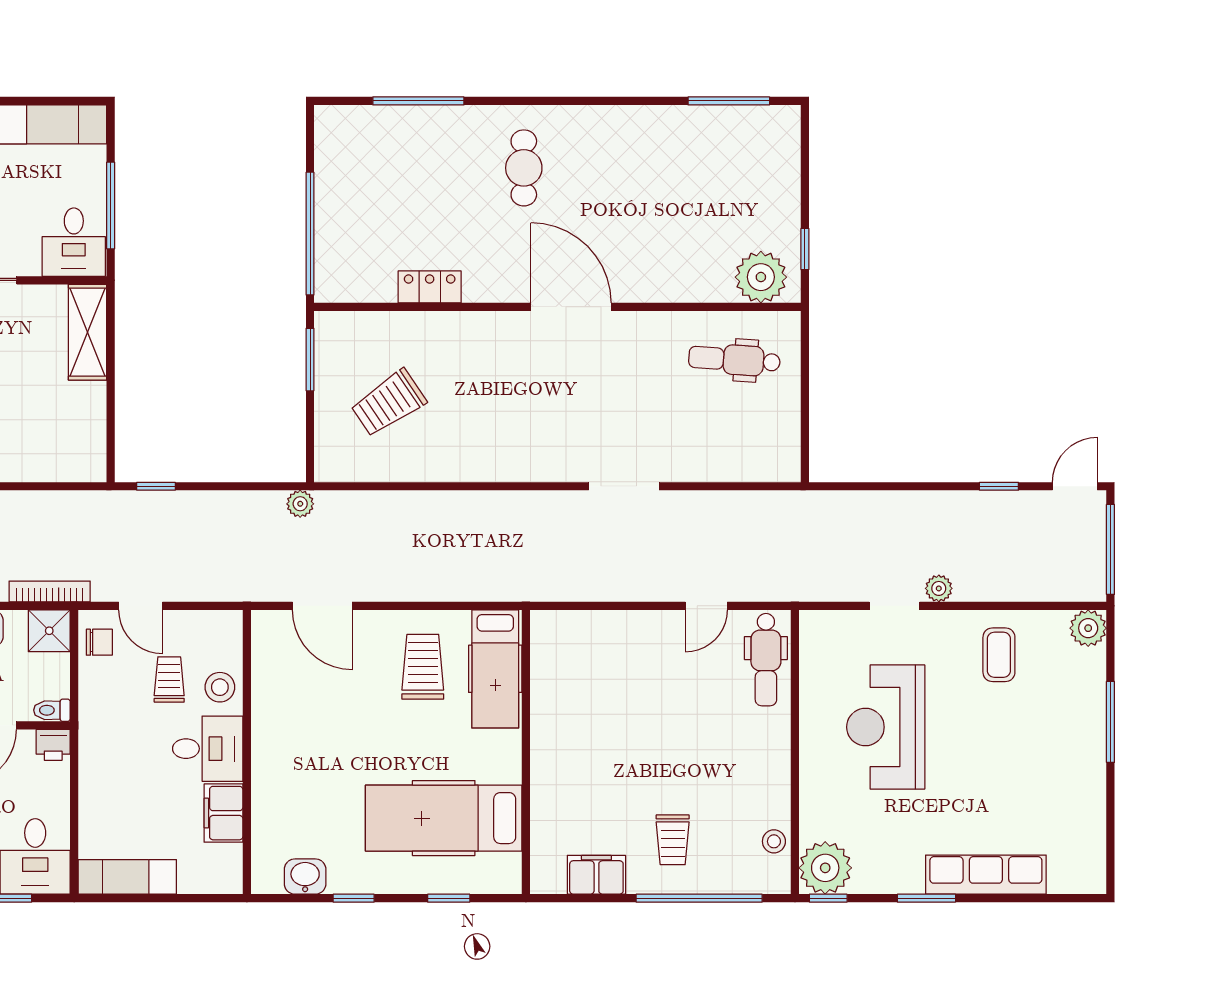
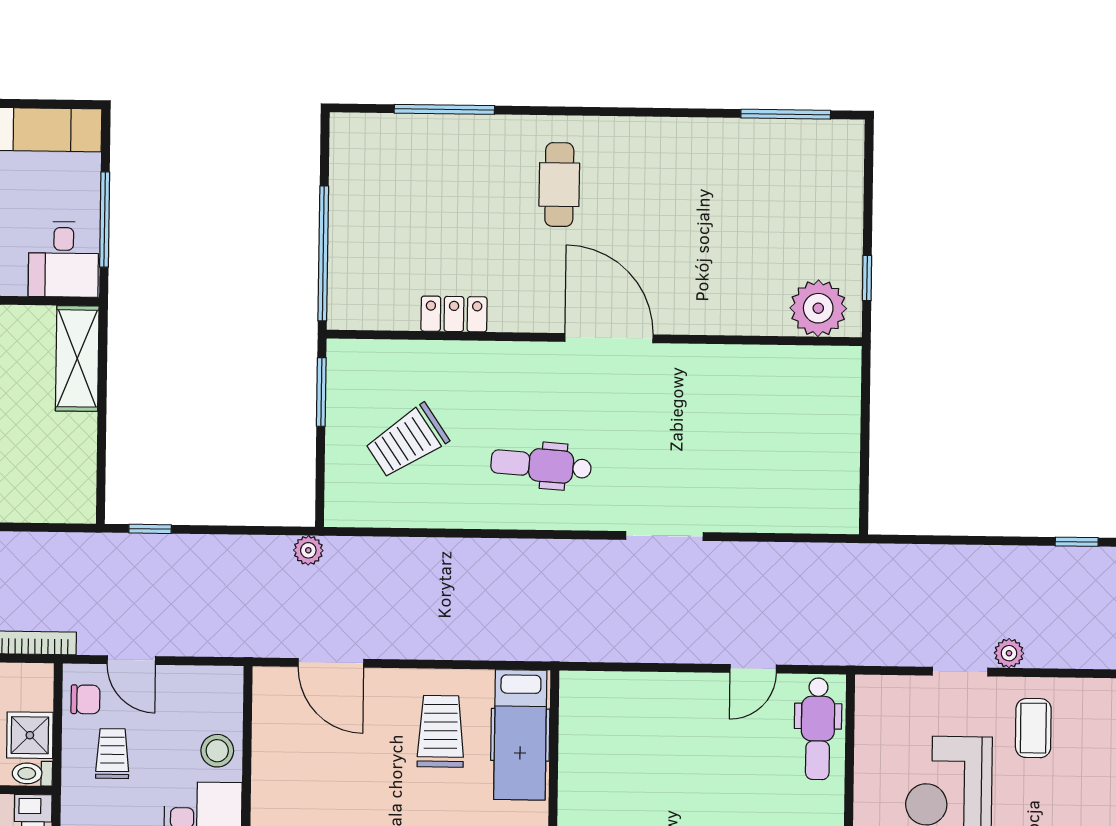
dental chair: (734, 360) -> (541, 465), moved
shower: (49, 631) -> (30, 735), moved
coffee table: (999, 655) -> (1033, 728), moved
trolley: (169, 679) -> (112, 754), moved

